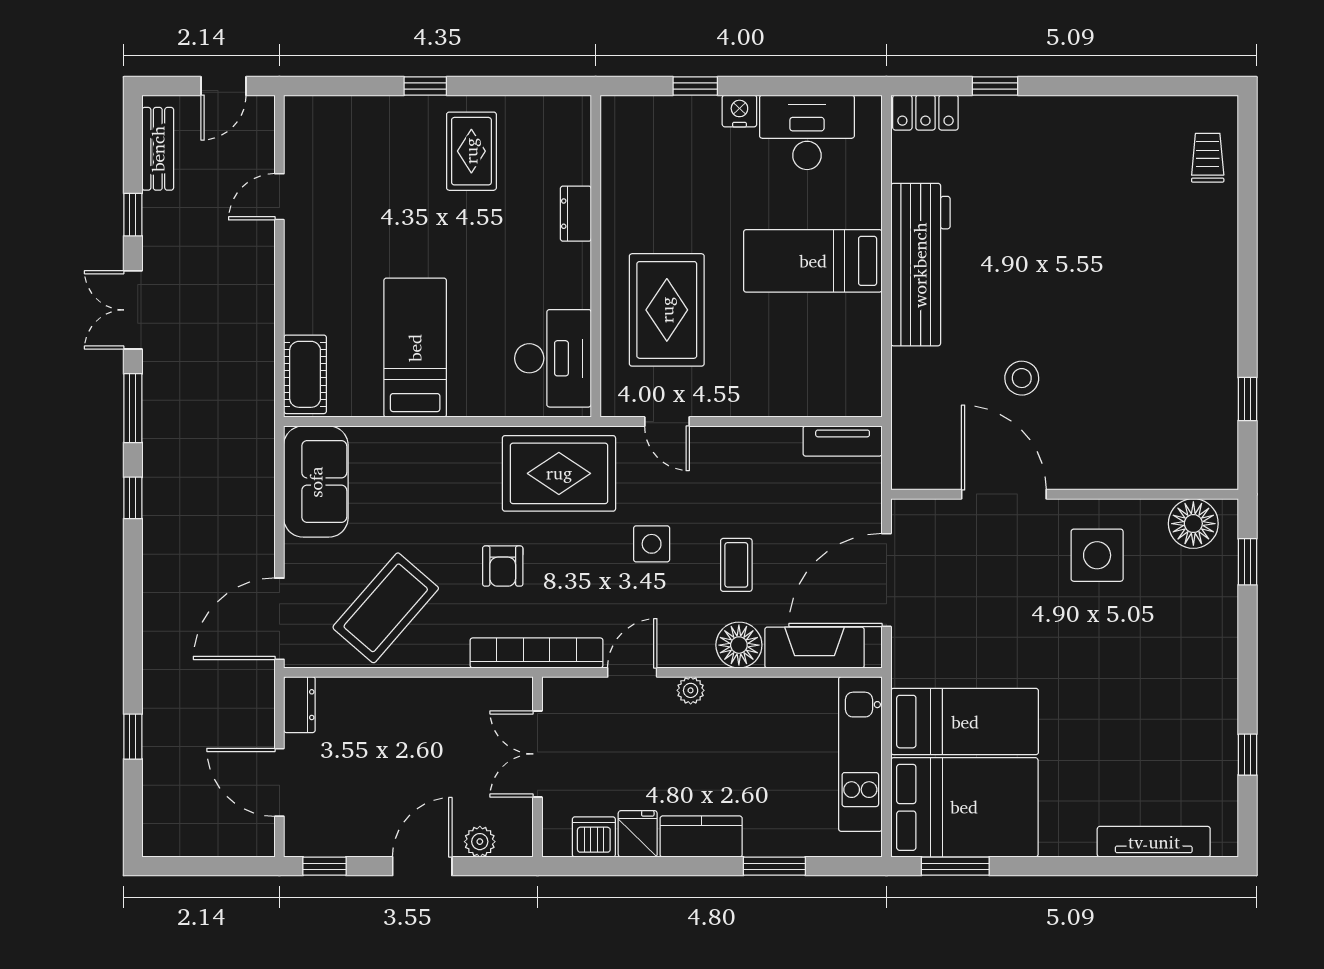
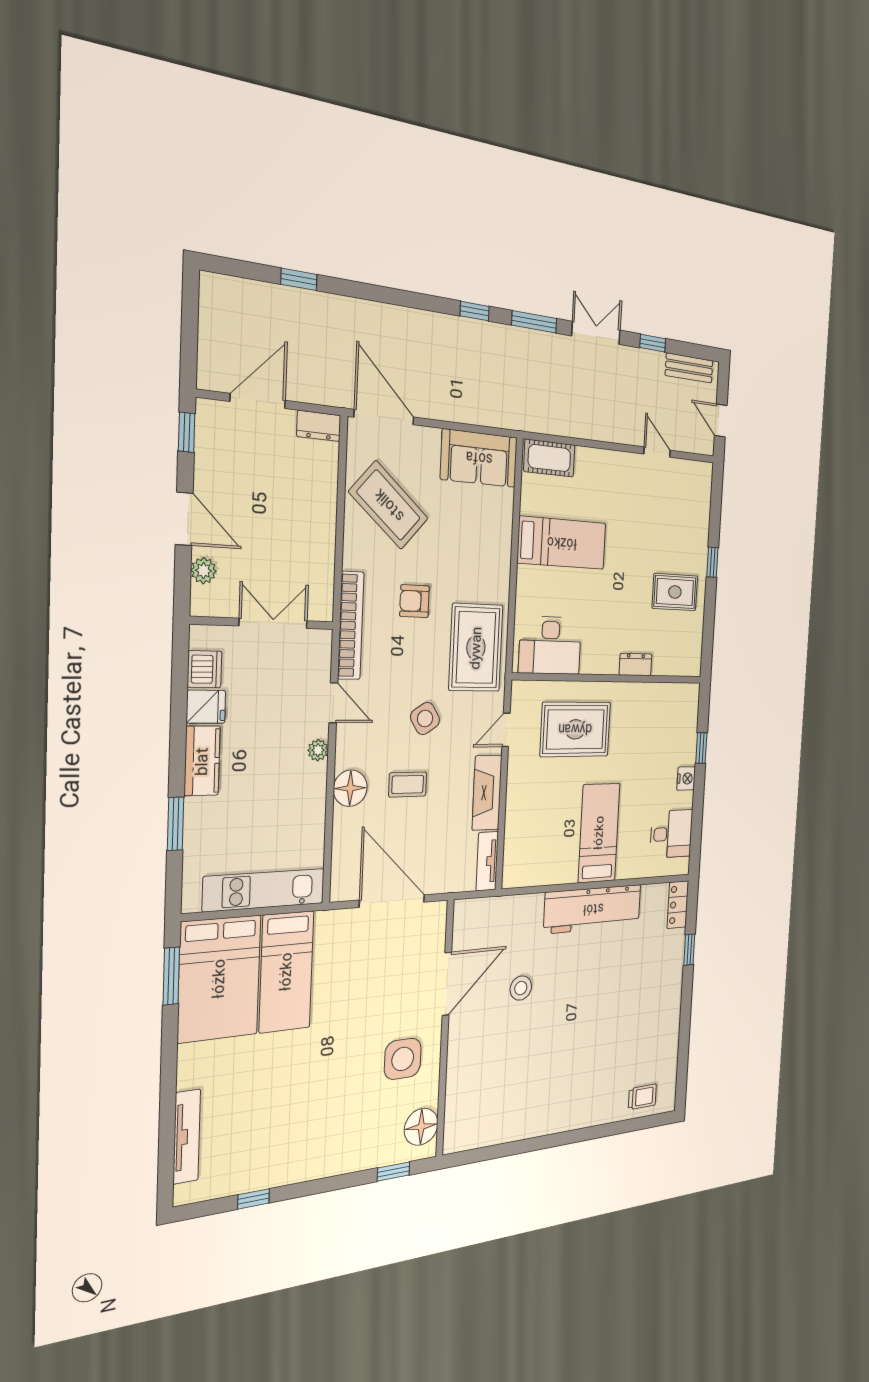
desk: (807, 132) -> (671, 834), width x0.73
window: (1247, 399) -> (500, 1151), removed
side table: (652, 544) -> (425, 718), turned -32
fireplace: (814, 648) -> (487, 793), moved, turned 180

